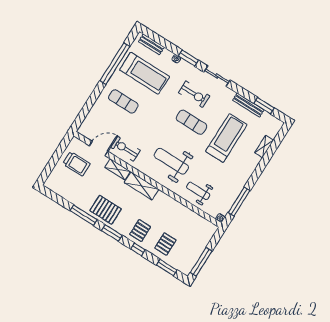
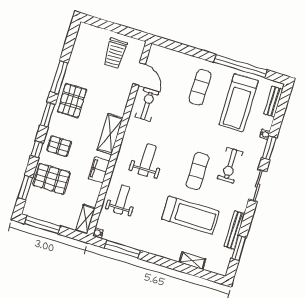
weight bench: (171, 161) -> (147, 160), width x0.73, depth x0.75
shelving: (118, 169) -> (85, 219), moved
filing cabinet: (169, 203) -> (99, 170), added
pallet: (165, 244) -> (52, 179), width x1.50, depth x1.42

